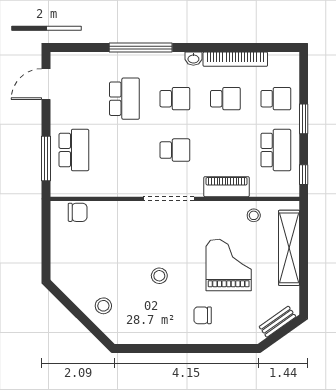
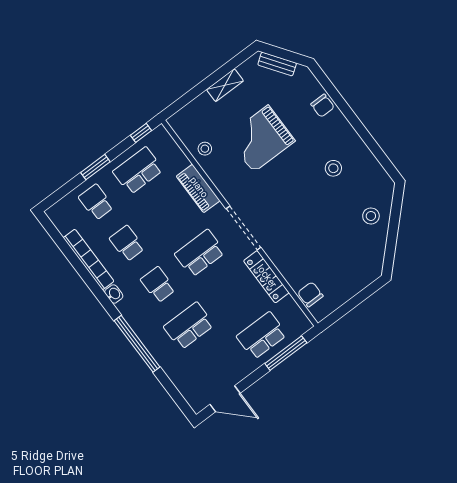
school desk: (175, 150) -> (200, 253), width x1.85
locker: (117, 188) -> (266, 277), added
shelving: (289, 248) -> (225, 85), width x0.45, depth x0.75
stool: (159, 276) -> (333, 168), moved
chair: (203, 315) -> (323, 106), moved

